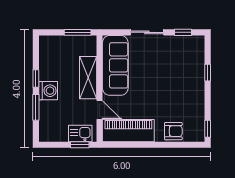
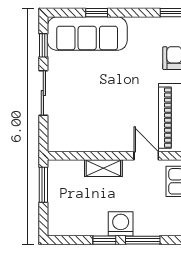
sofa: (115, 65) -> (87, 34), moved, turned 180
shelving: (88, 78) -> (103, 168), width x0.67, depth x0.75
door: (100, 110) -> (146, 156), hinge flipped

